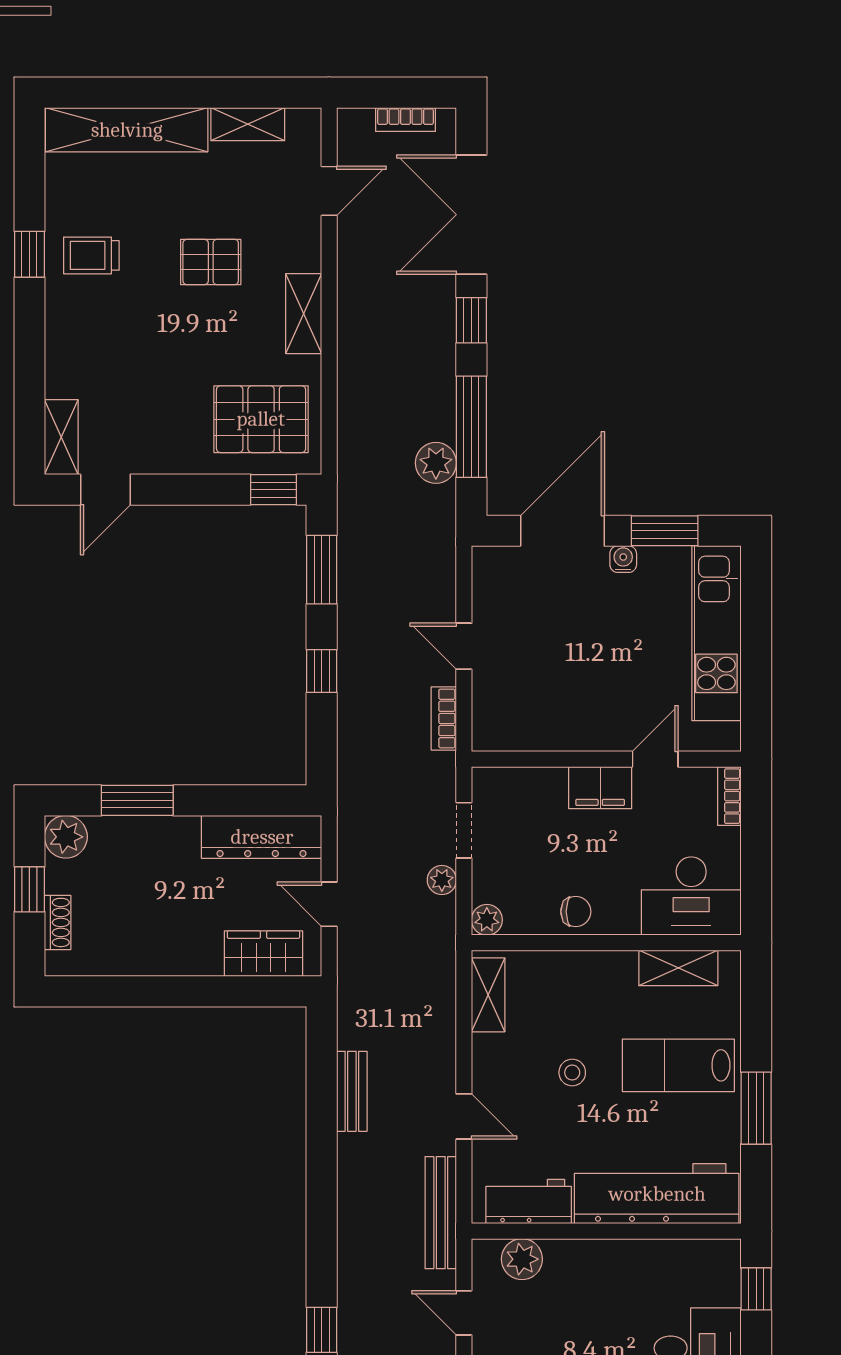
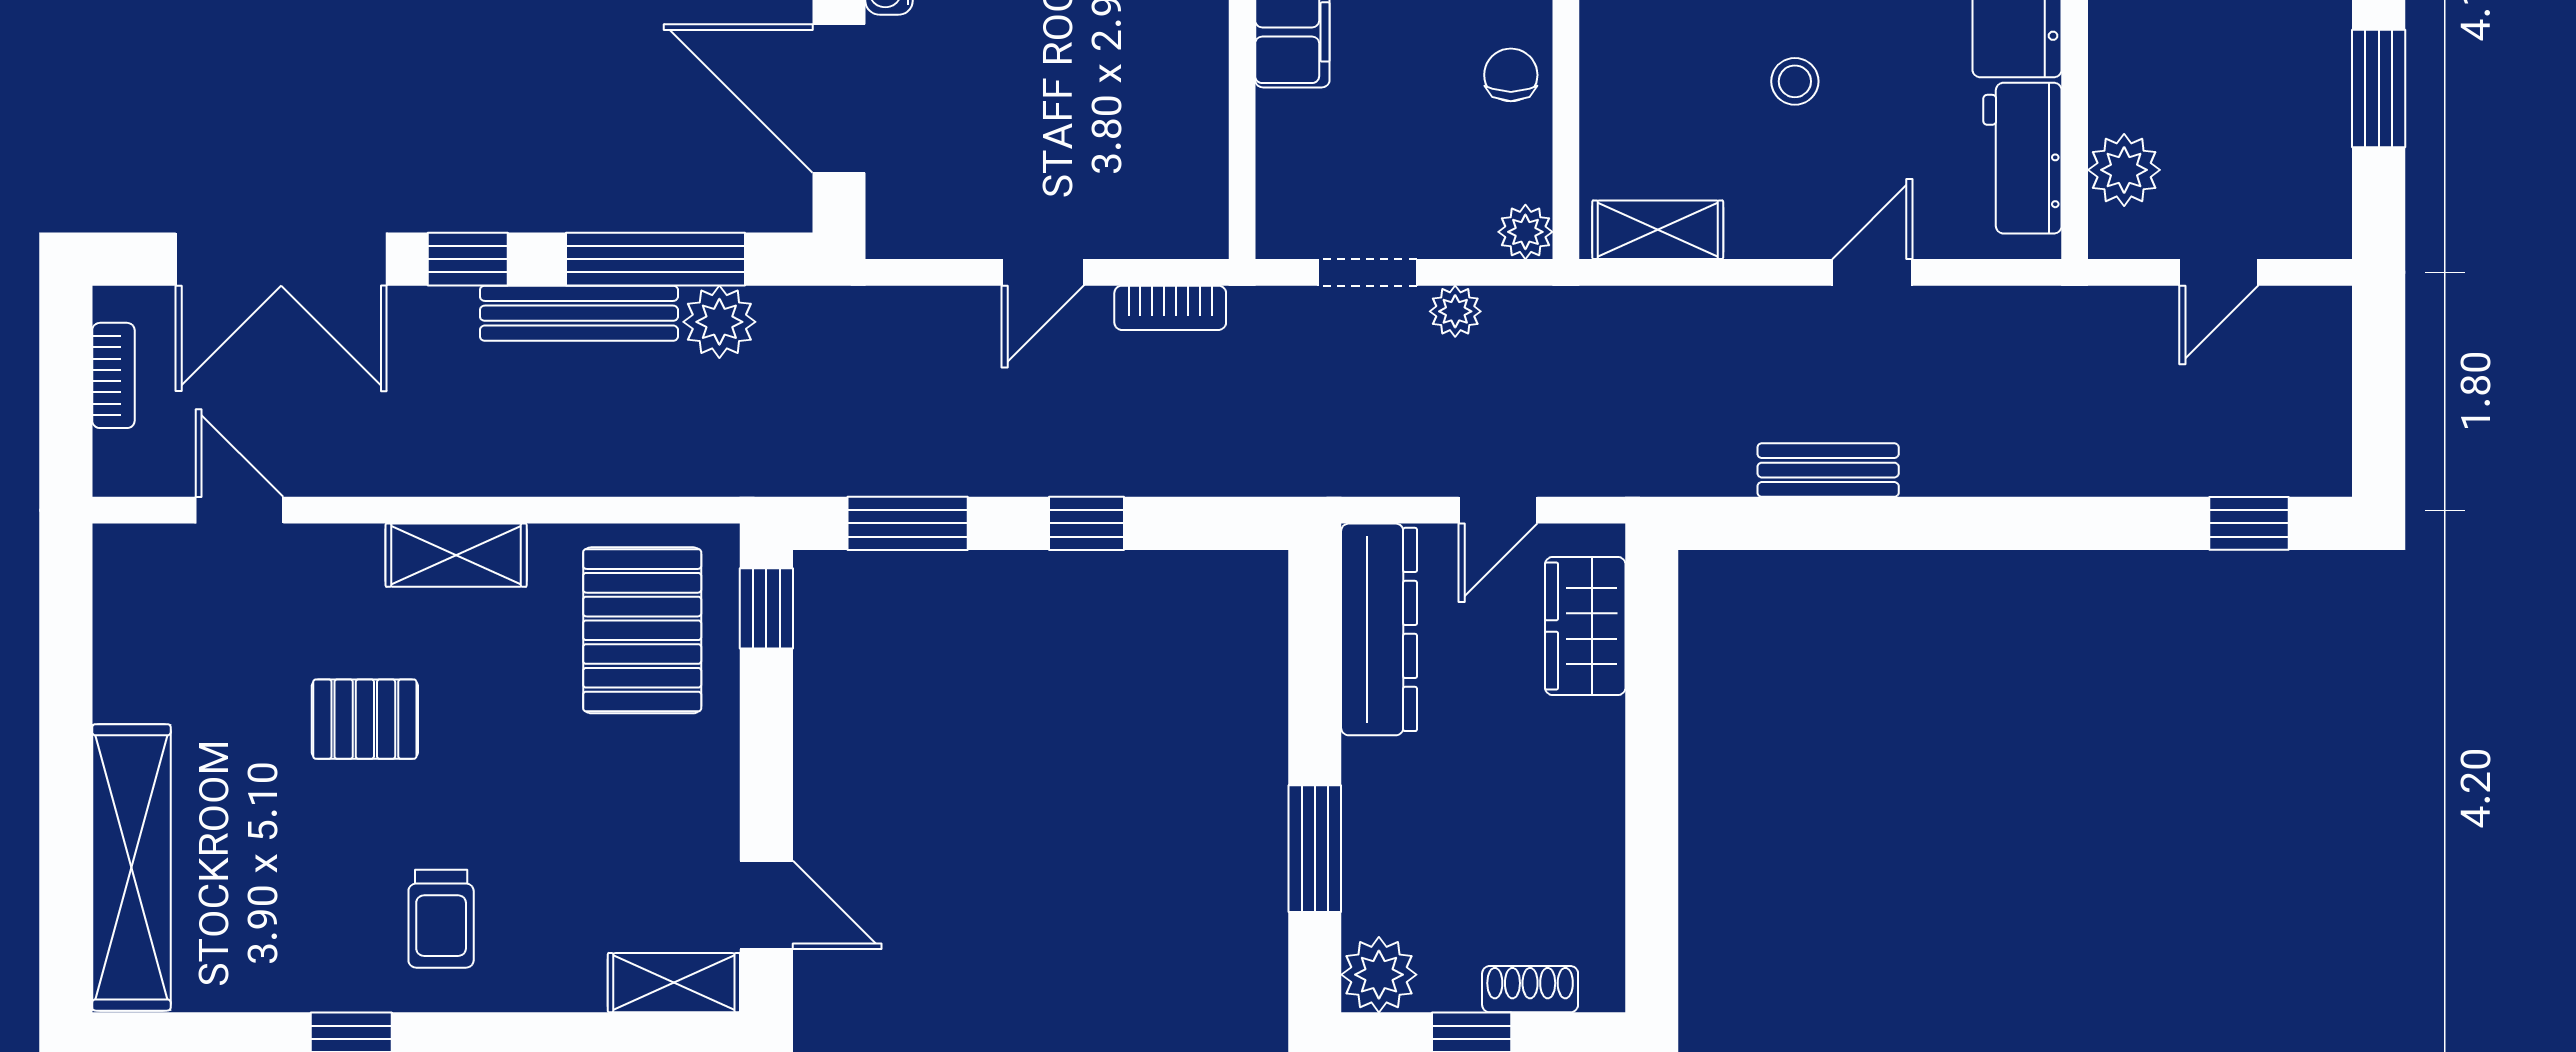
shelving: (248, 124) -> (122, 654), removed
trolley: (91, 255) -> (441, 919), moved
pallet: (211, 262) -> (365, 719), turned 90
bench: (441, 1213) -> (579, 313), moved

